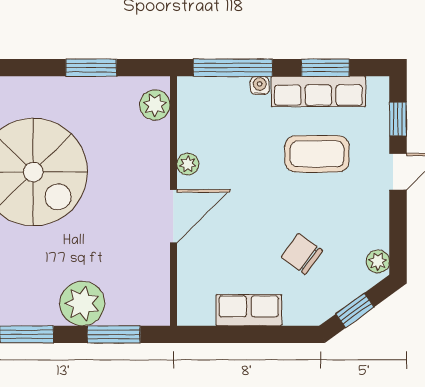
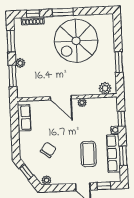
window: (233, 68) -> (121, 119), width x0.46
plant: (82, 304) -> (20, 63), width x0.53, depth x0.53
row of seats: (249, 310) -> (24, 118), moved

